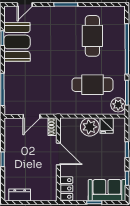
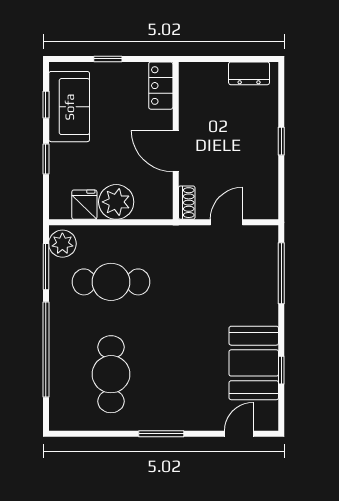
sofa: (107, 190) -> (69, 107), moved, turned -90

